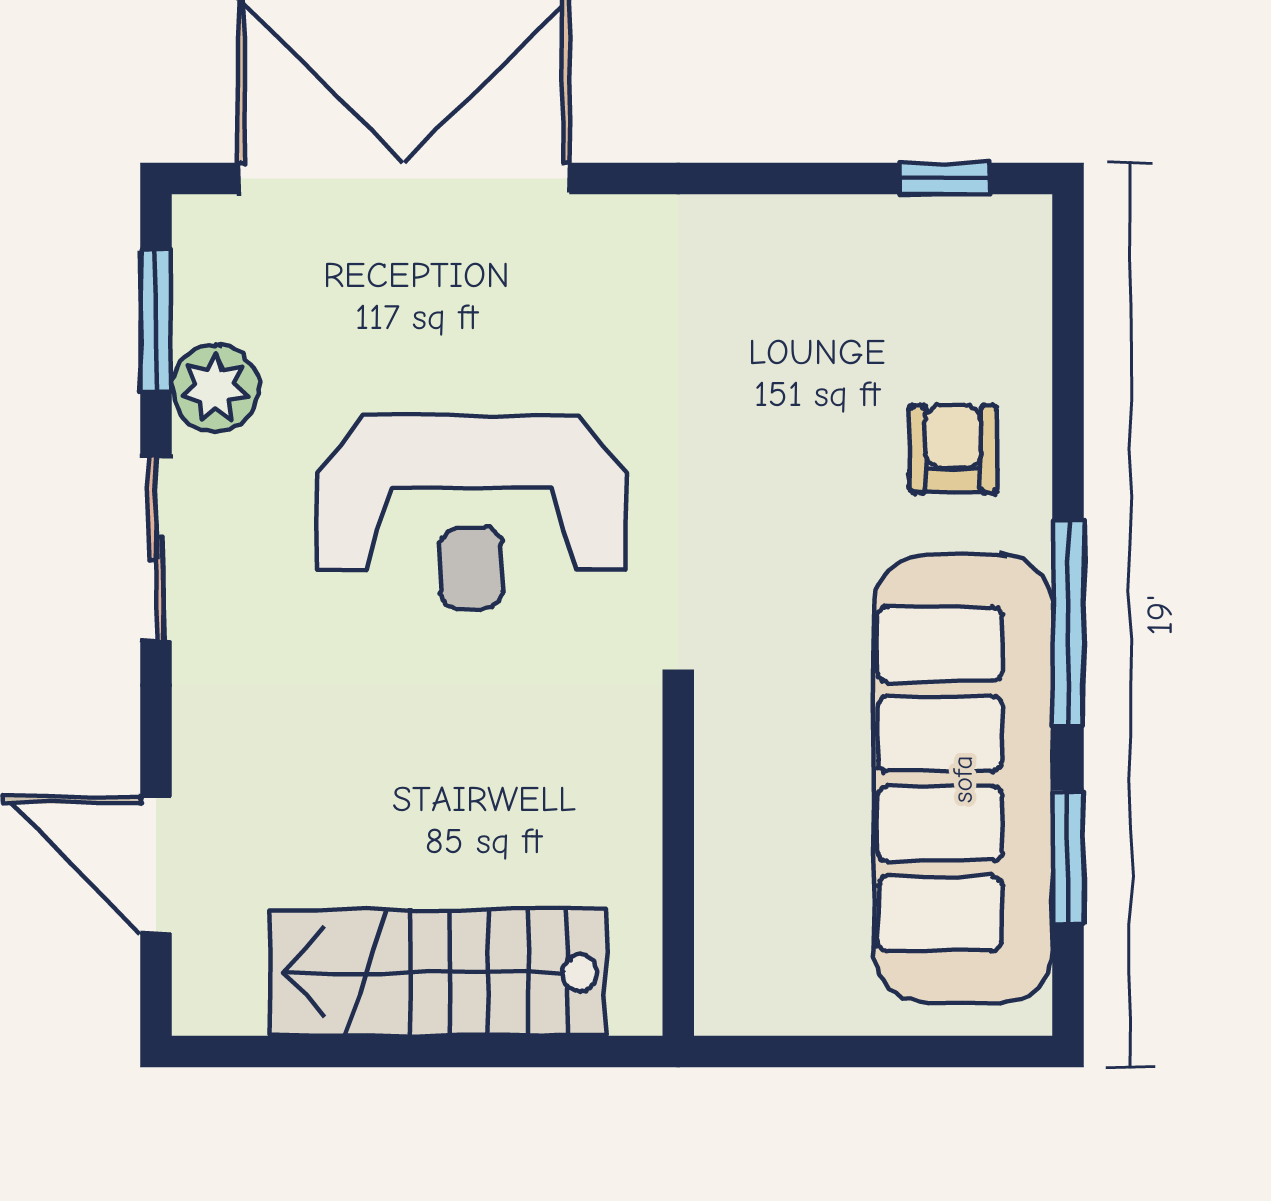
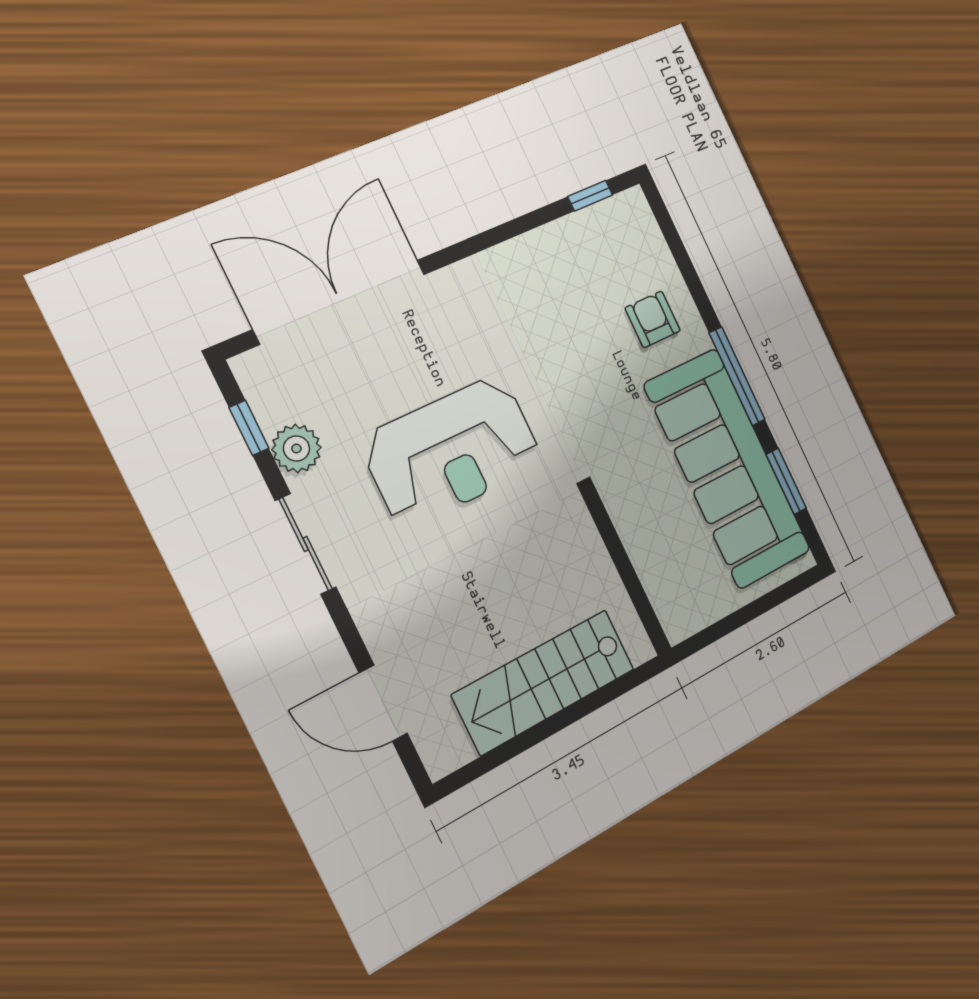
window: (156, 320) -> (249, 428), width x0.67

